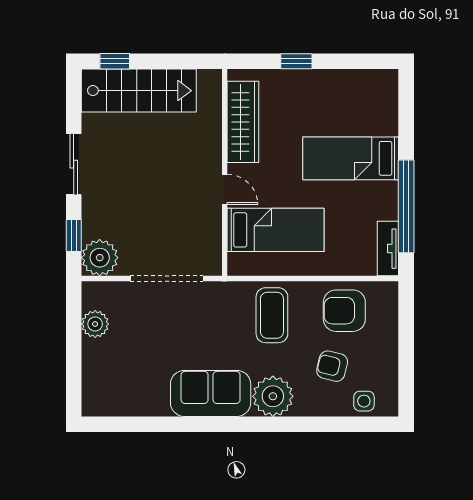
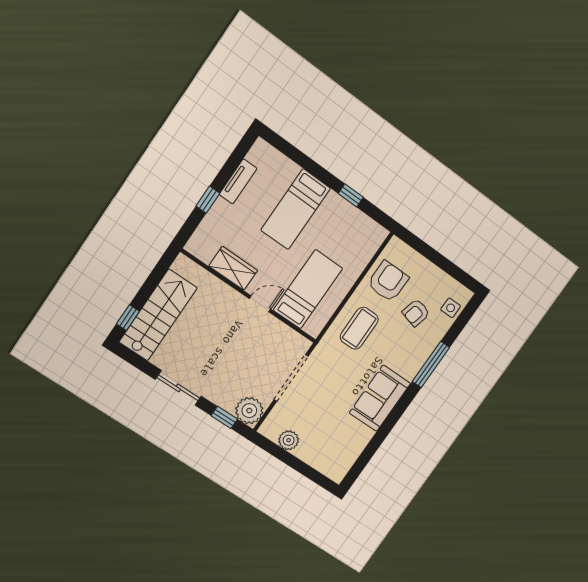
wardrobe: (243, 122) -> (233, 268), width x0.67
window: (406, 206) -> (351, 195), width x0.32
tv unit: (388, 249) -> (238, 181), moved, turned -90
armchair: (344, 311) -> (388, 281), turned 180
coffee table: (272, 315) -> (359, 328), turned 90
plant: (273, 396) -> (408, 362), removed
window: (287, 424) -> (431, 364), added

